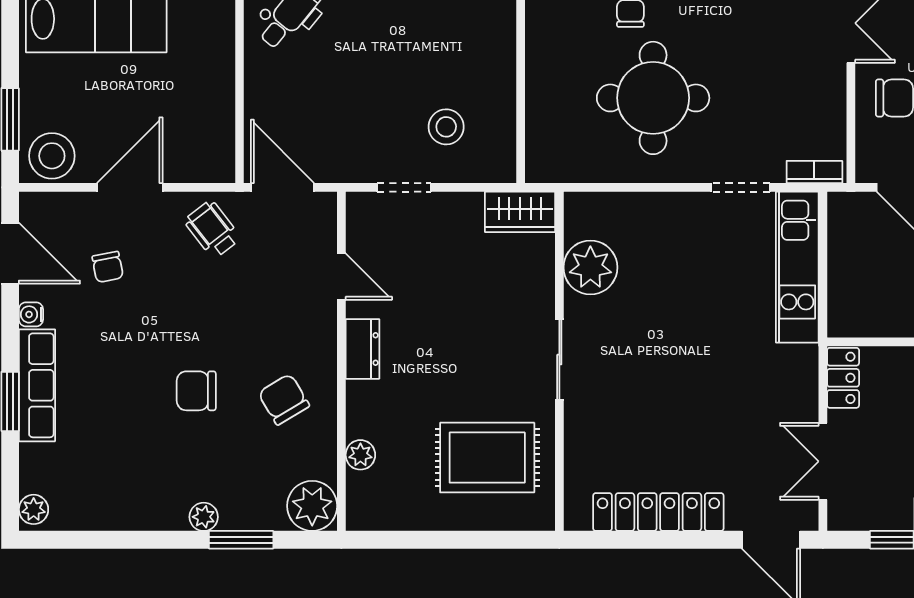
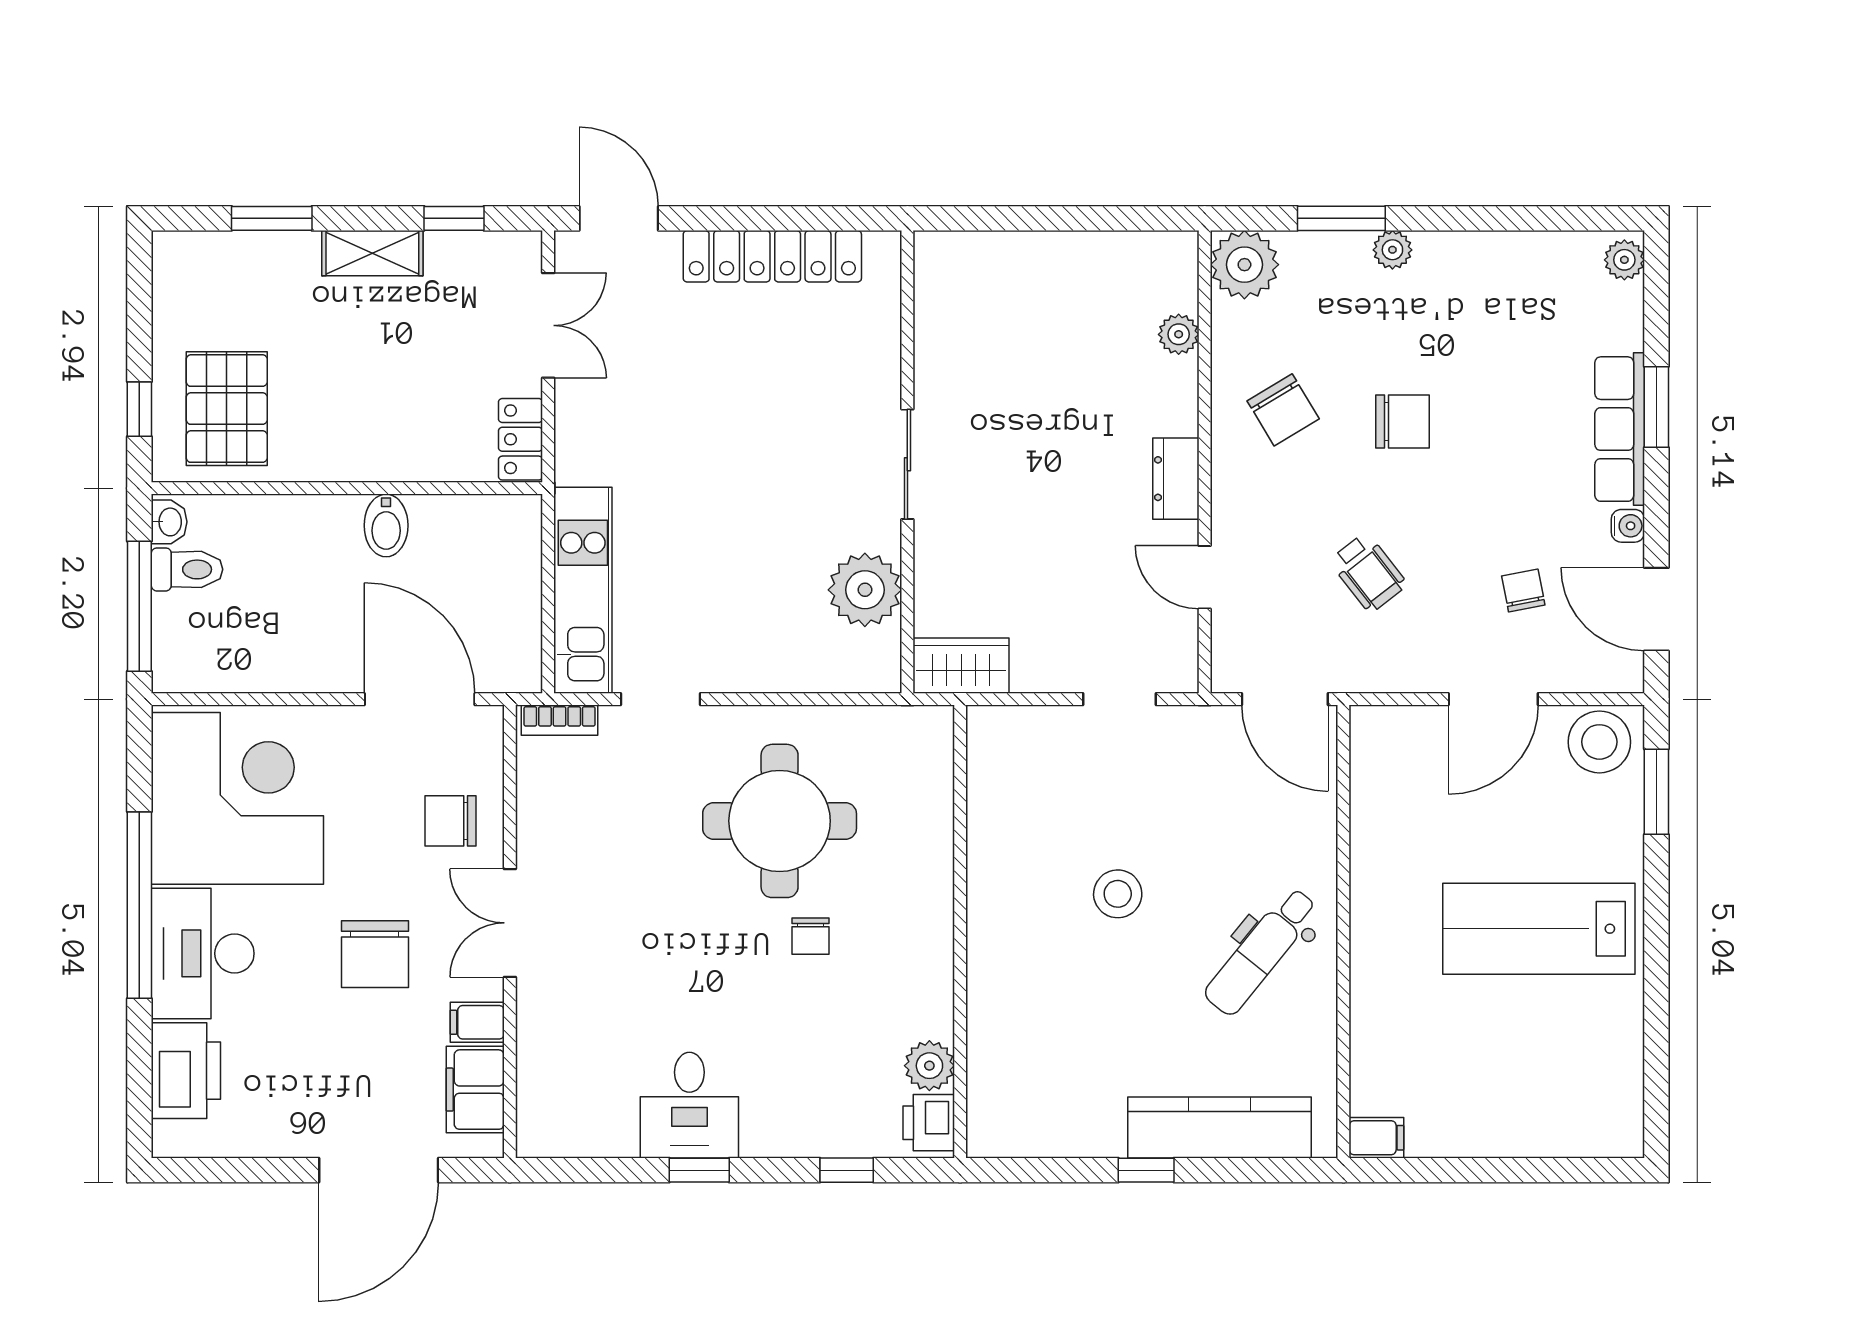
stool: (446, 127) -> (1118, 894), moved
wheelchair: (212, 229) -> (1368, 573), moved
rug: (487, 458) -> (1006, 331), removed

